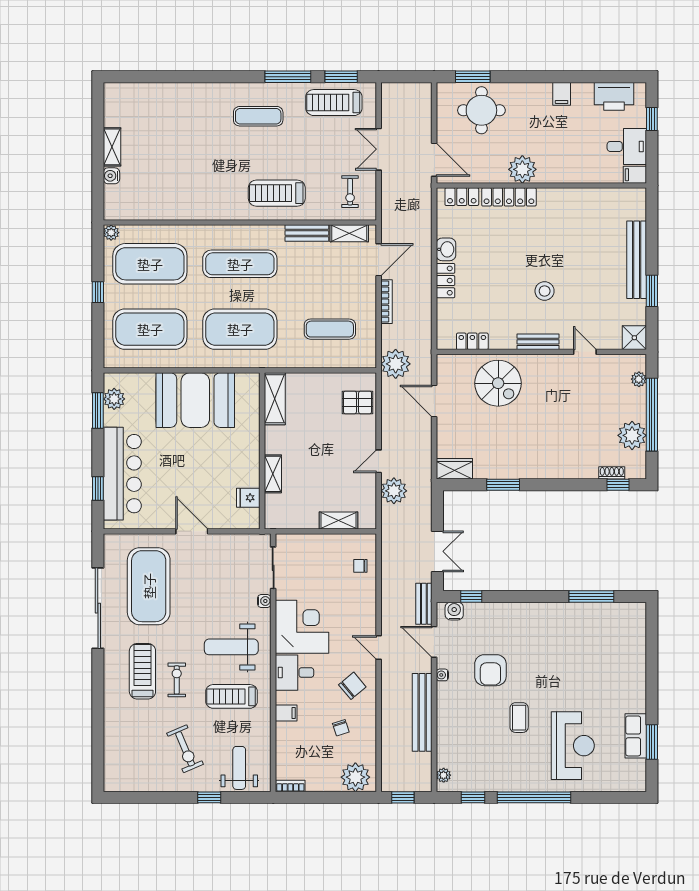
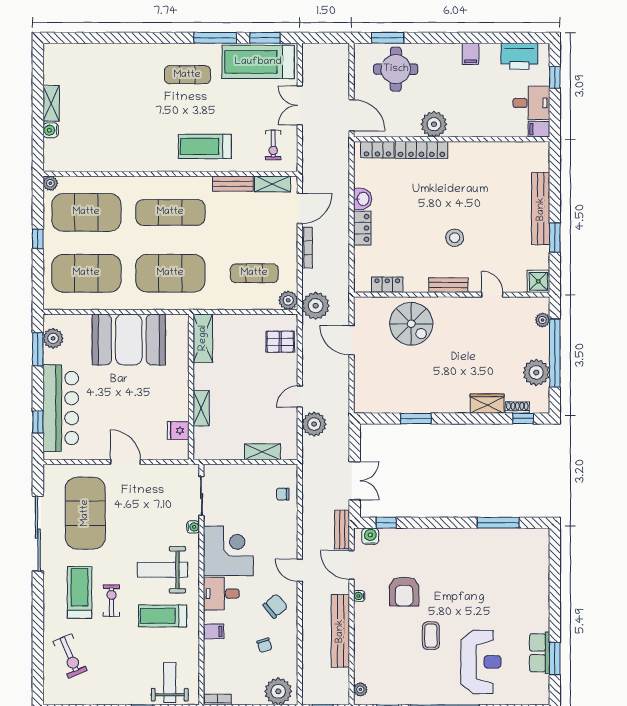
treadmill: (334, 103) -> (258, 62), width x1.37, depth x1.38
plant: (366, 358) -> (288, 300), added
wardrobe: (454, 469) -> (487, 404), moved
exercise bike: (185, 749) -> (70, 656), moved

